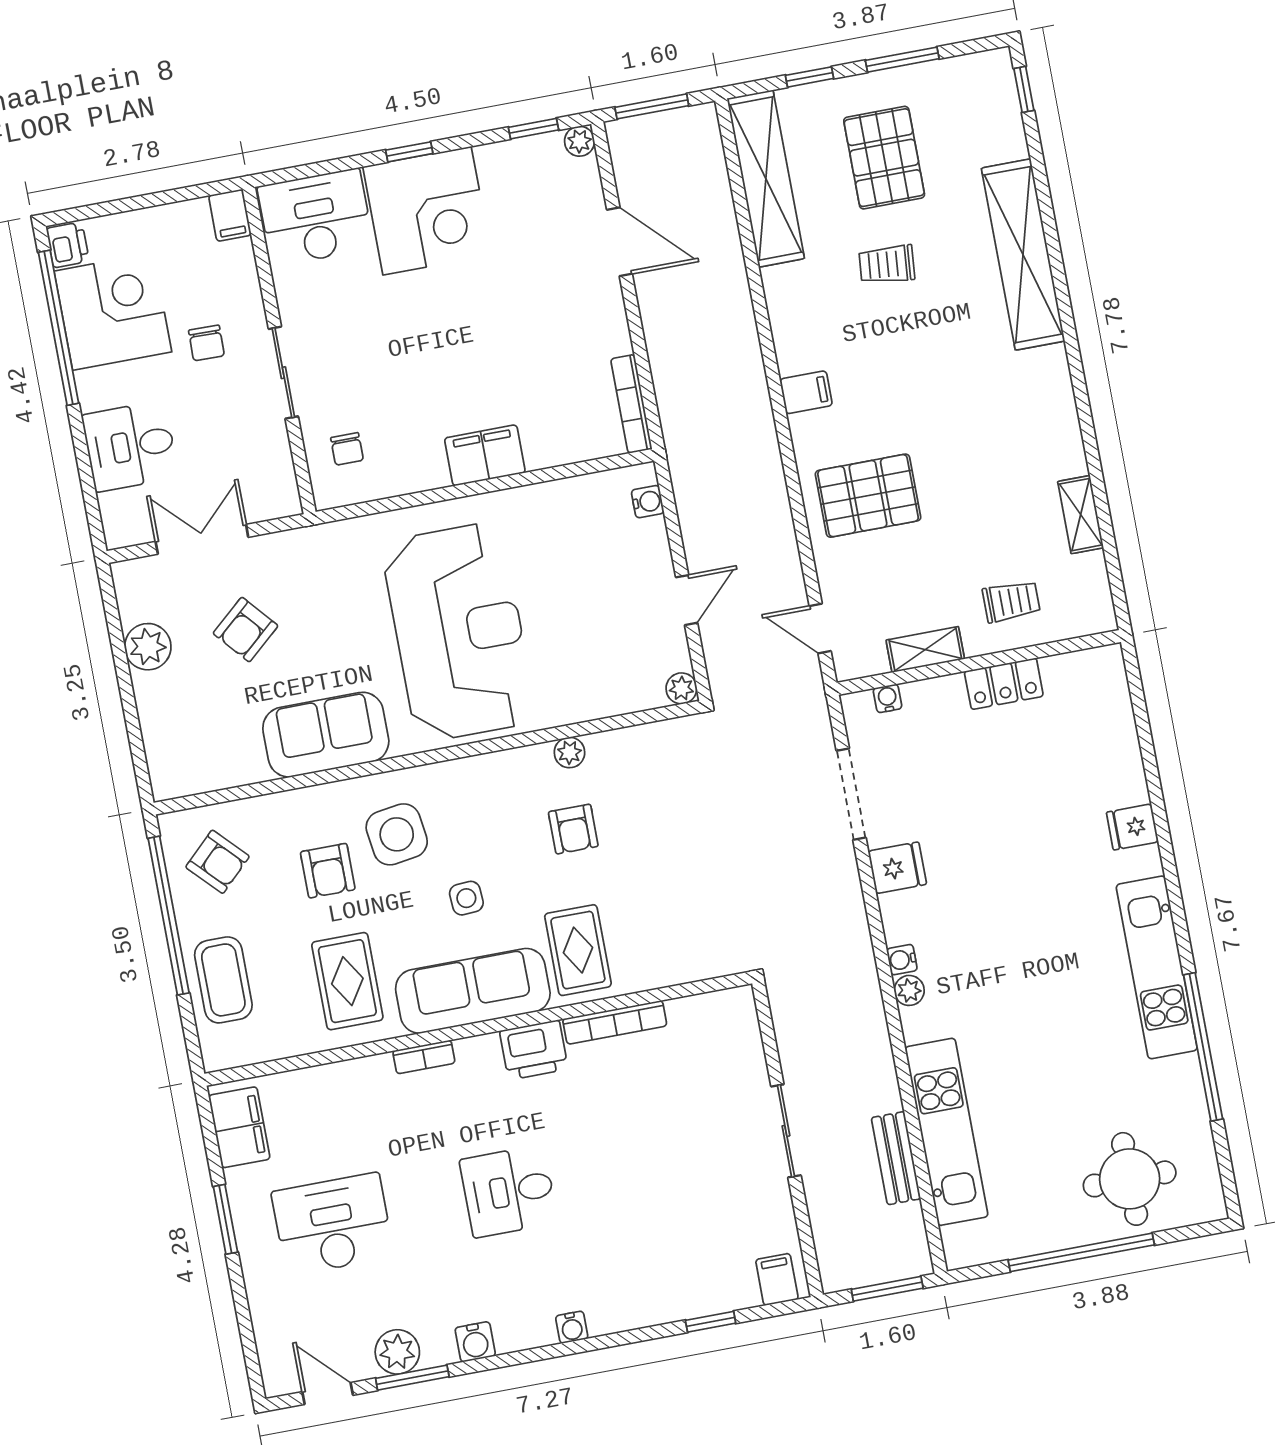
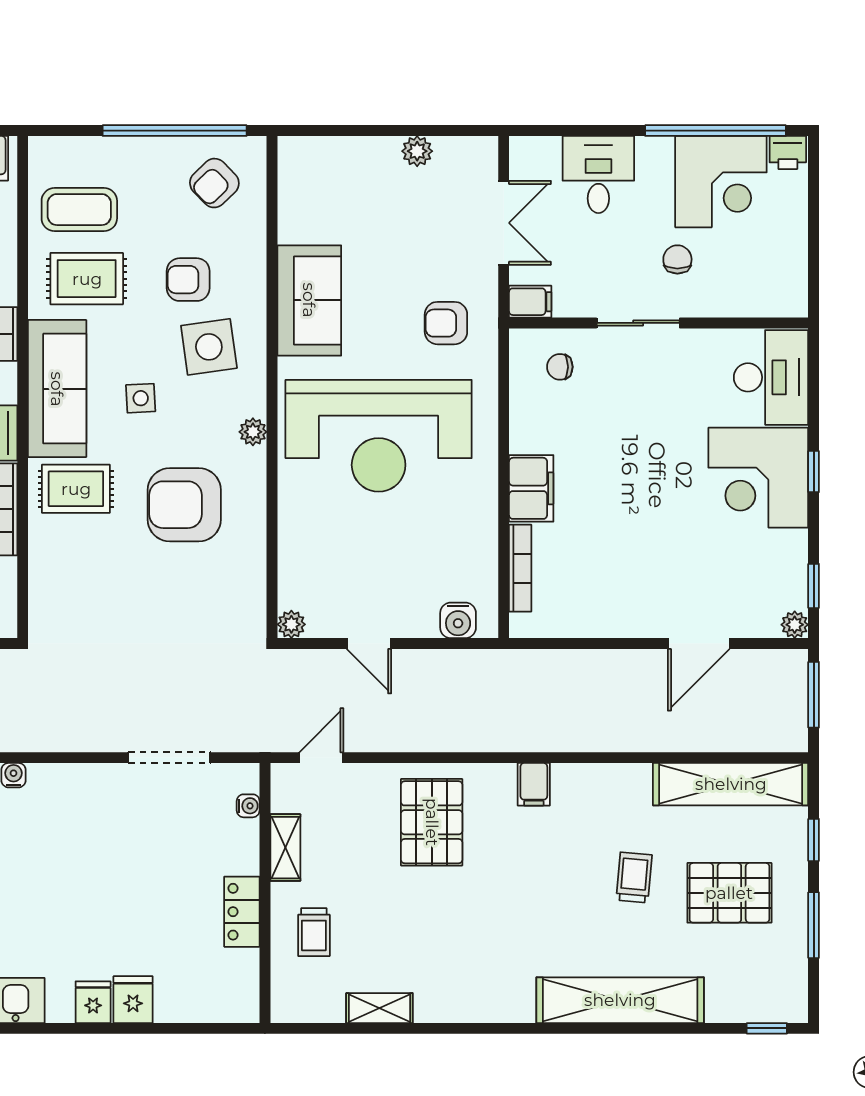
filing cabinet: (230, 215) -> (530, 302), moved, turned 180
chair: (206, 343) -> (677, 259), turned 89
bookcase: (631, 404) -> (520, 568), moved, turned 90
water cooler: (648, 502) -> (458, 620), width x1.38, depth x1.38
armchair: (246, 630) -> (446, 323), moved, turned -49
plant: (148, 647) -> (417, 151), width x0.73, depth x0.73
plant: (569, 753) -> (253, 432), moved
armchair: (573, 829) -> (184, 505), width x1.88, depth x1.88
fridge: (897, 868) -> (133, 1000), moved, turned 180
coffee table: (223, 980) -> (79, 210), moved

